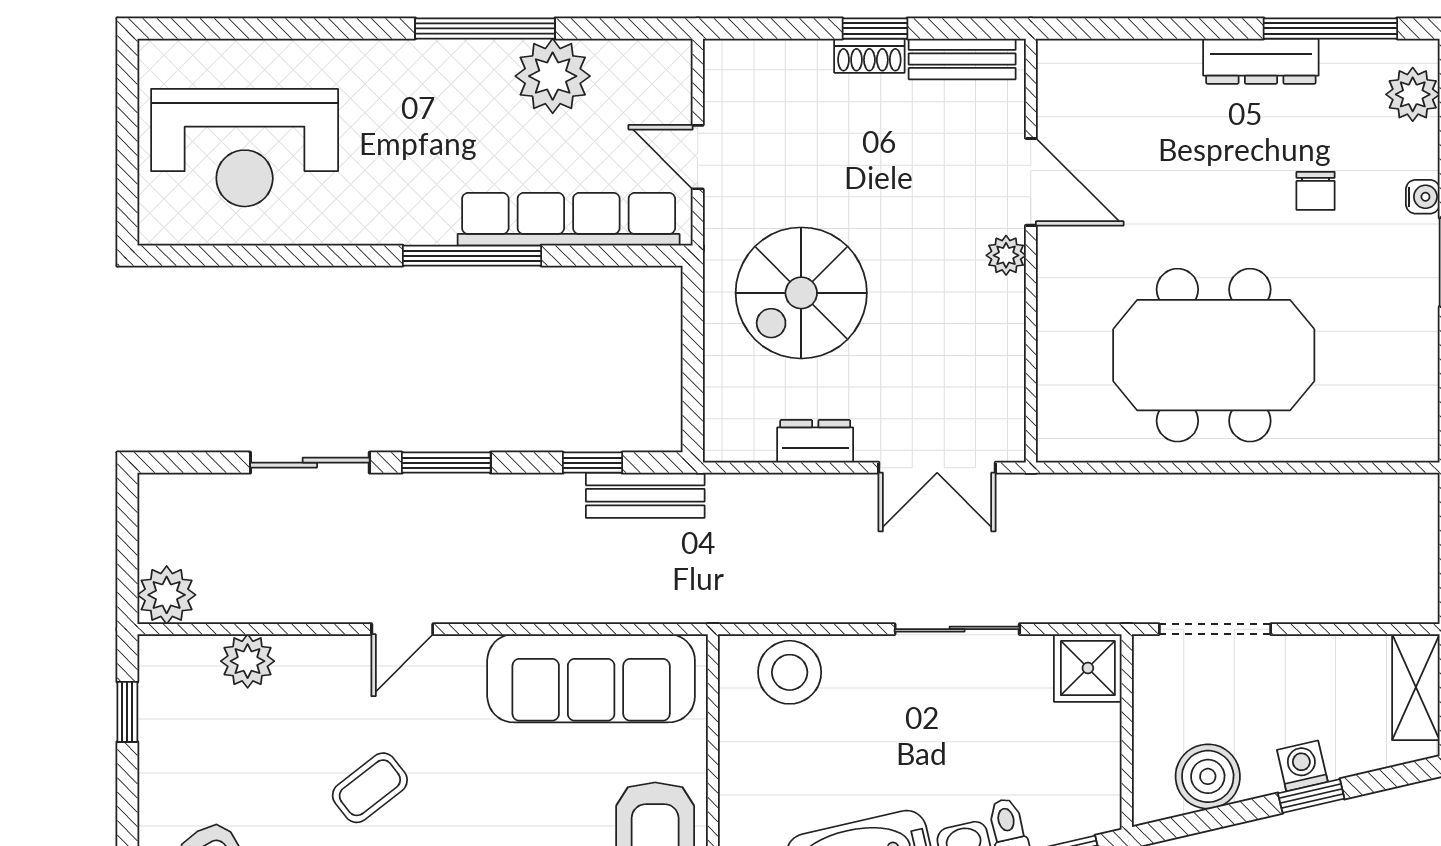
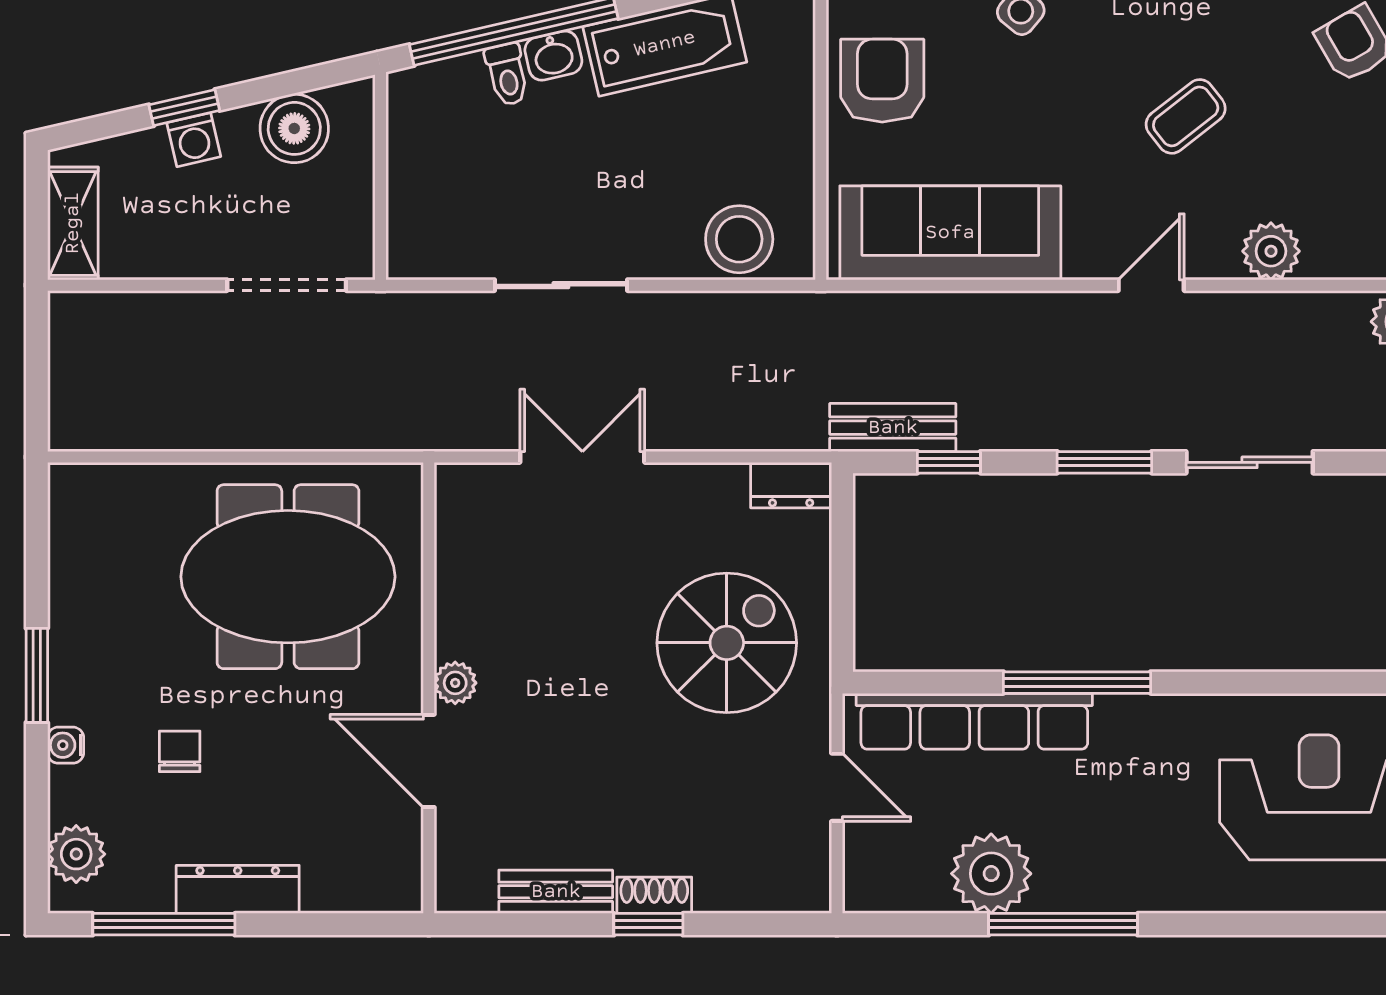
door: (1031, 182) -> (429, 761), moved
wall: (1031, 251) -> (429, 688), moved
plant: (1006, 255) -> (455, 683), moved
dresser: (815, 441) -> (791, 485), moved
plant: (248, 661) -> (1271, 251), moved
shower: (1088, 668) -> (422, 244), removed

